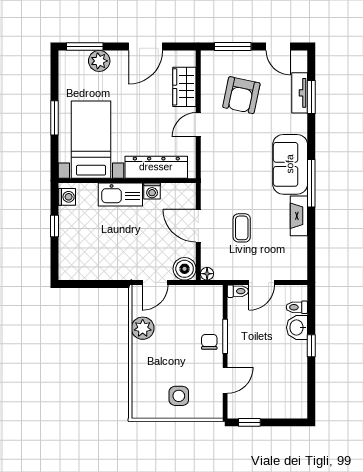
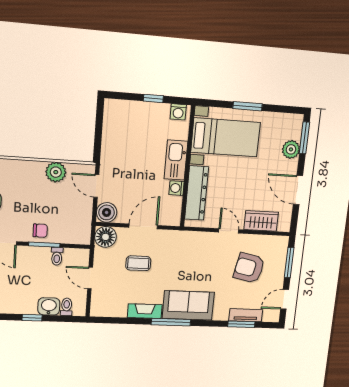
floor lamp: (207, 274) -> (106, 237), width x1.89, depth x1.89
toilet: (238, 291) -> (57, 256), moved

